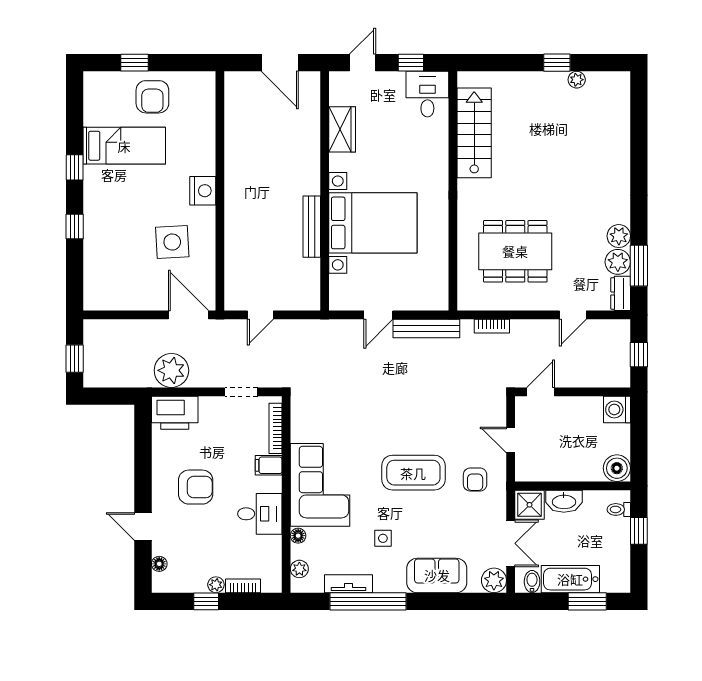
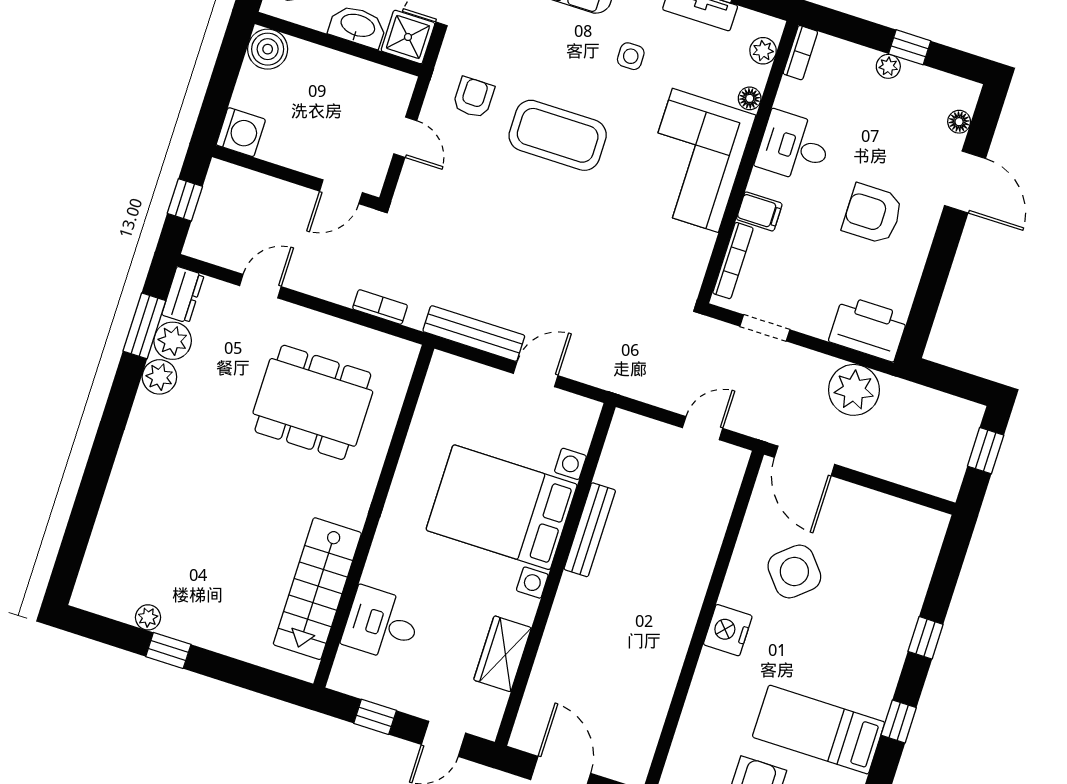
desk: (427, 94) -> (382, 624), moved, turned 90
side table: (172, 242) -> (794, 571), turned -37
door: (143, 526) -> (965, 182), width x1.38
bookcase: (243, 586) -> (800, 53), moved, turned -90

